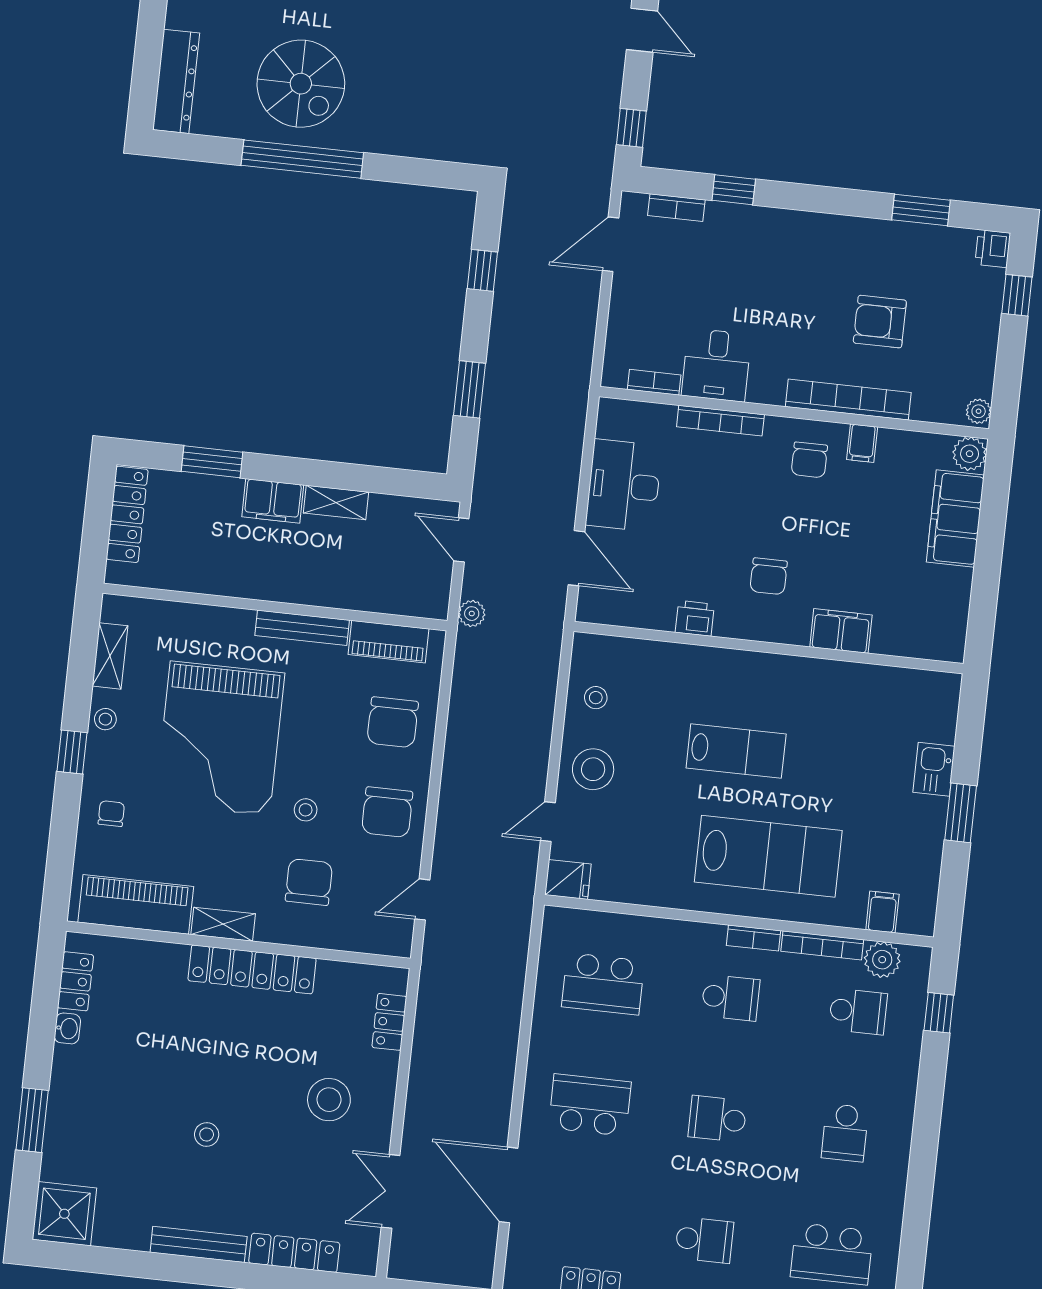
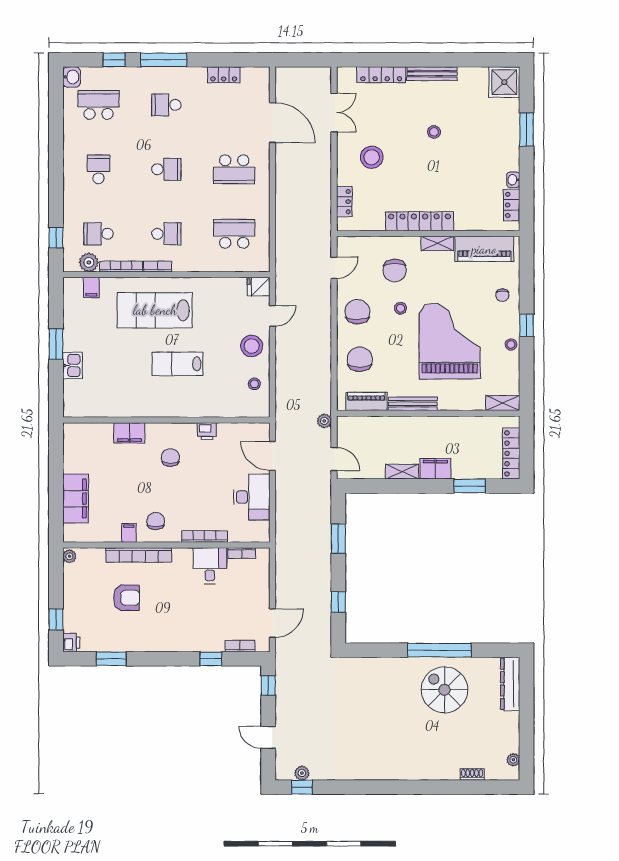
plant: (970, 454) -> (72, 533), removed
shelving: (110, 656) -> (503, 403), moved, turned 90
school desk: (731, 998) -> (166, 234), turned 180

